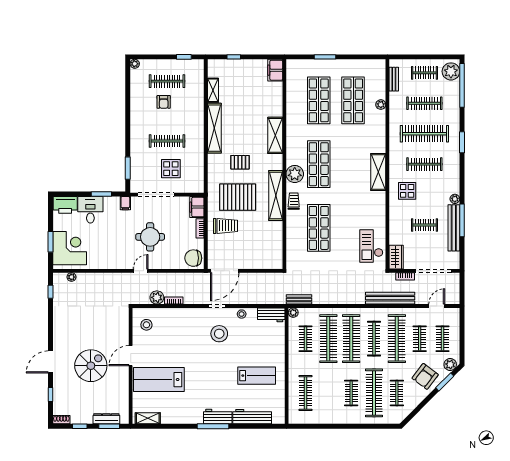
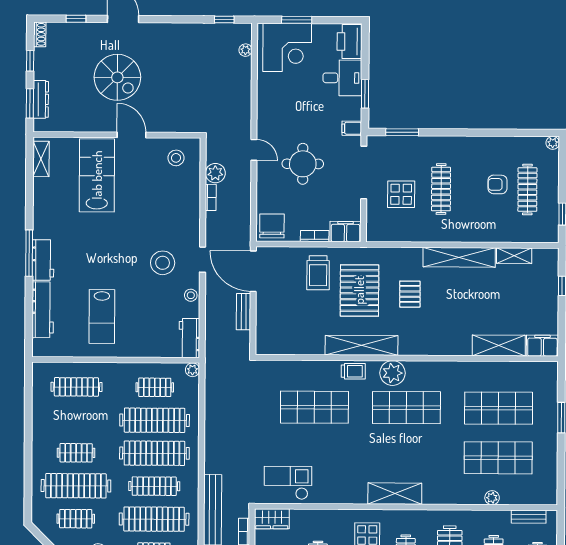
shelving: (275, 135) -> (499, 345), moved
bench: (299, 299) -> (244, 312), moved

